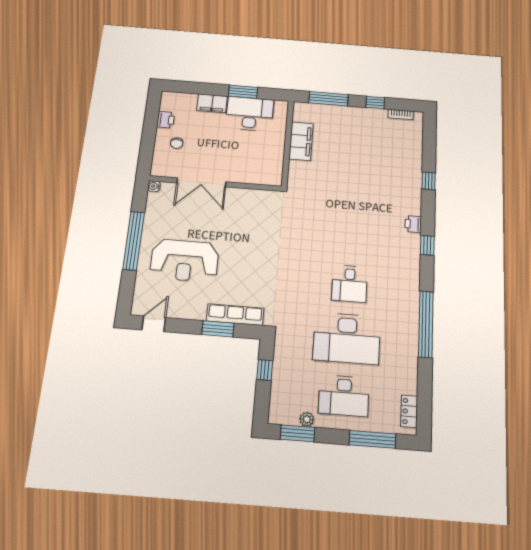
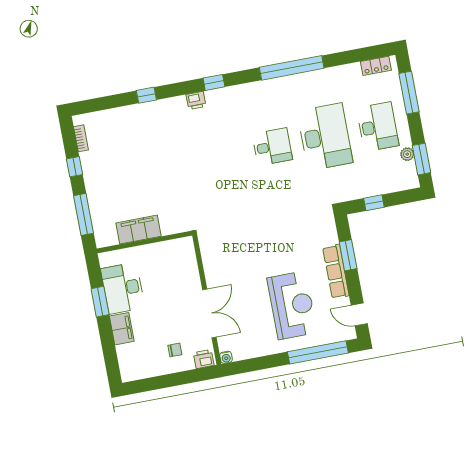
printer: (166, 120) -> (204, 359), moved
window: (134, 241) -> (318, 352), moved
row of seats: (235, 315) -> (336, 272), moved

